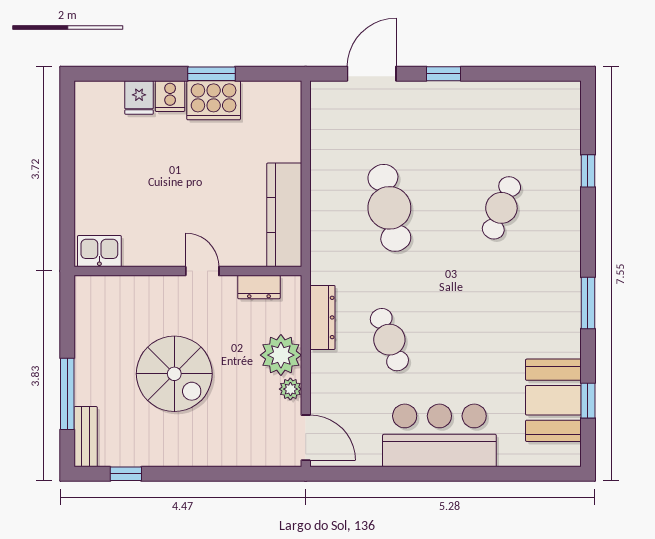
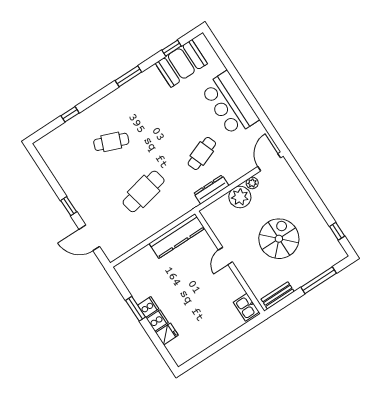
cooker: (214, 100) -> (148, 307), width x0.53, depth x0.76
dresser: (259, 287) -> (216, 226), removed
bench: (86, 437) -> (278, 295), moved

